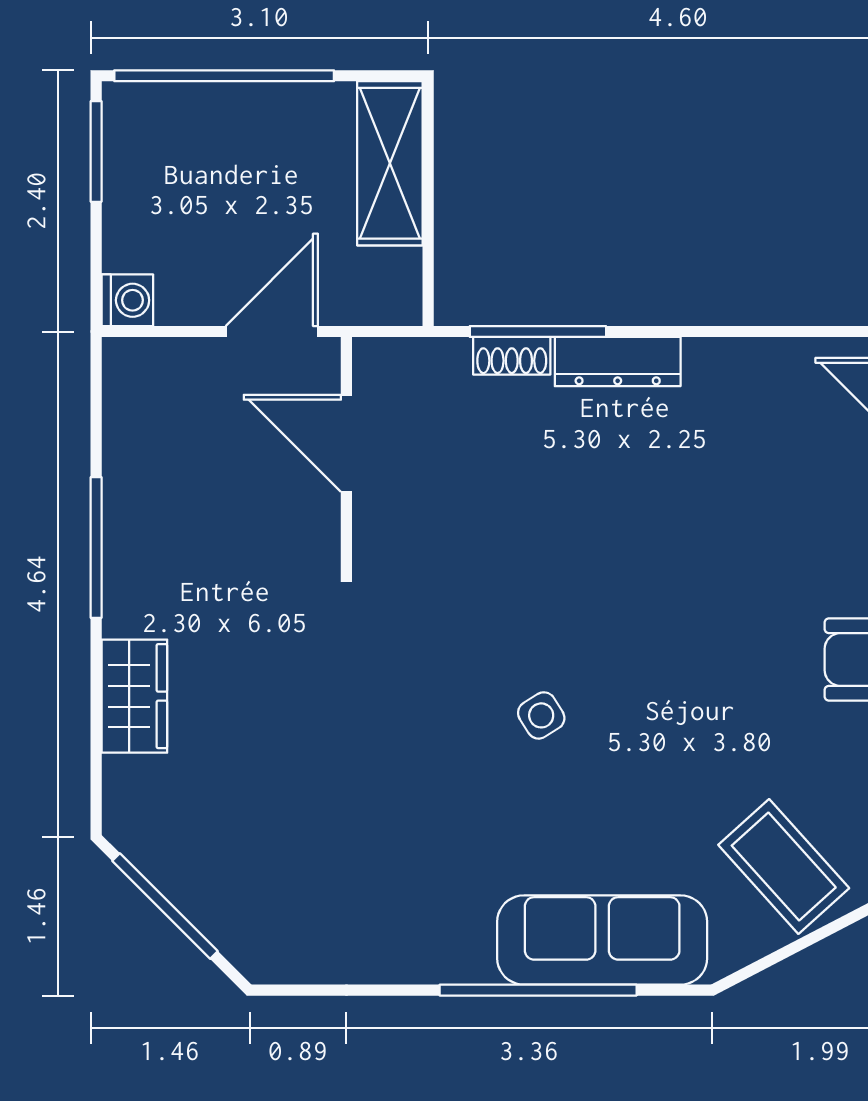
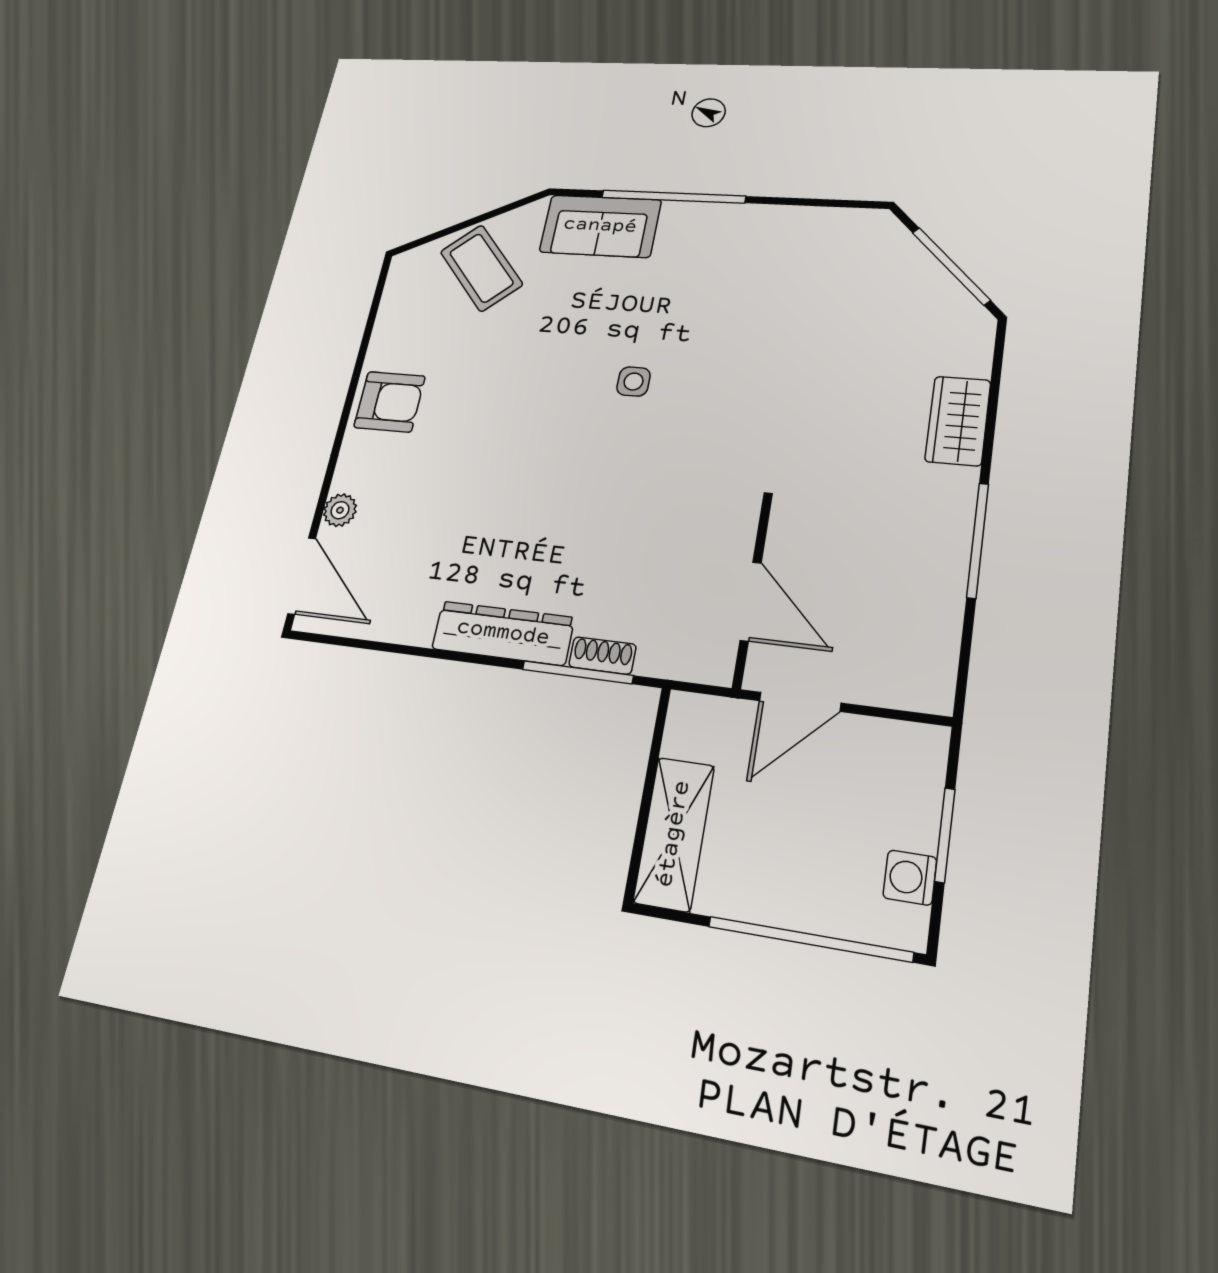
window: (96, 151) -> (945, 835), moved
washing machine: (127, 300) -> (910, 878), moved
dresser: (618, 362) -> (503, 633), width x1.37, depth x1.24
side table: (541, 715) -> (634, 382), turned 32
sofa: (602, 940) -> (600, 226), width x0.73

